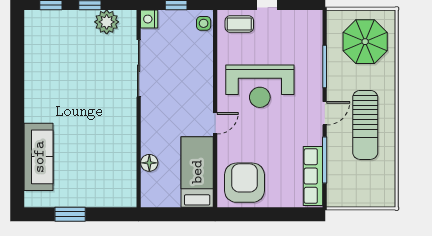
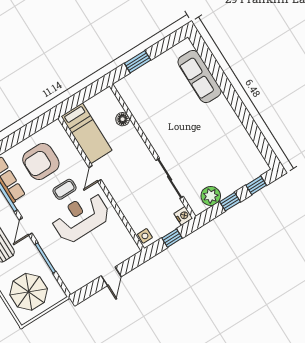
coffee table: (239, 24) -> (65, 189), moved
armchair: (244, 183) -> (41, 161), moved, turned 90
window: (70, 214) -> (138, 62), moved

